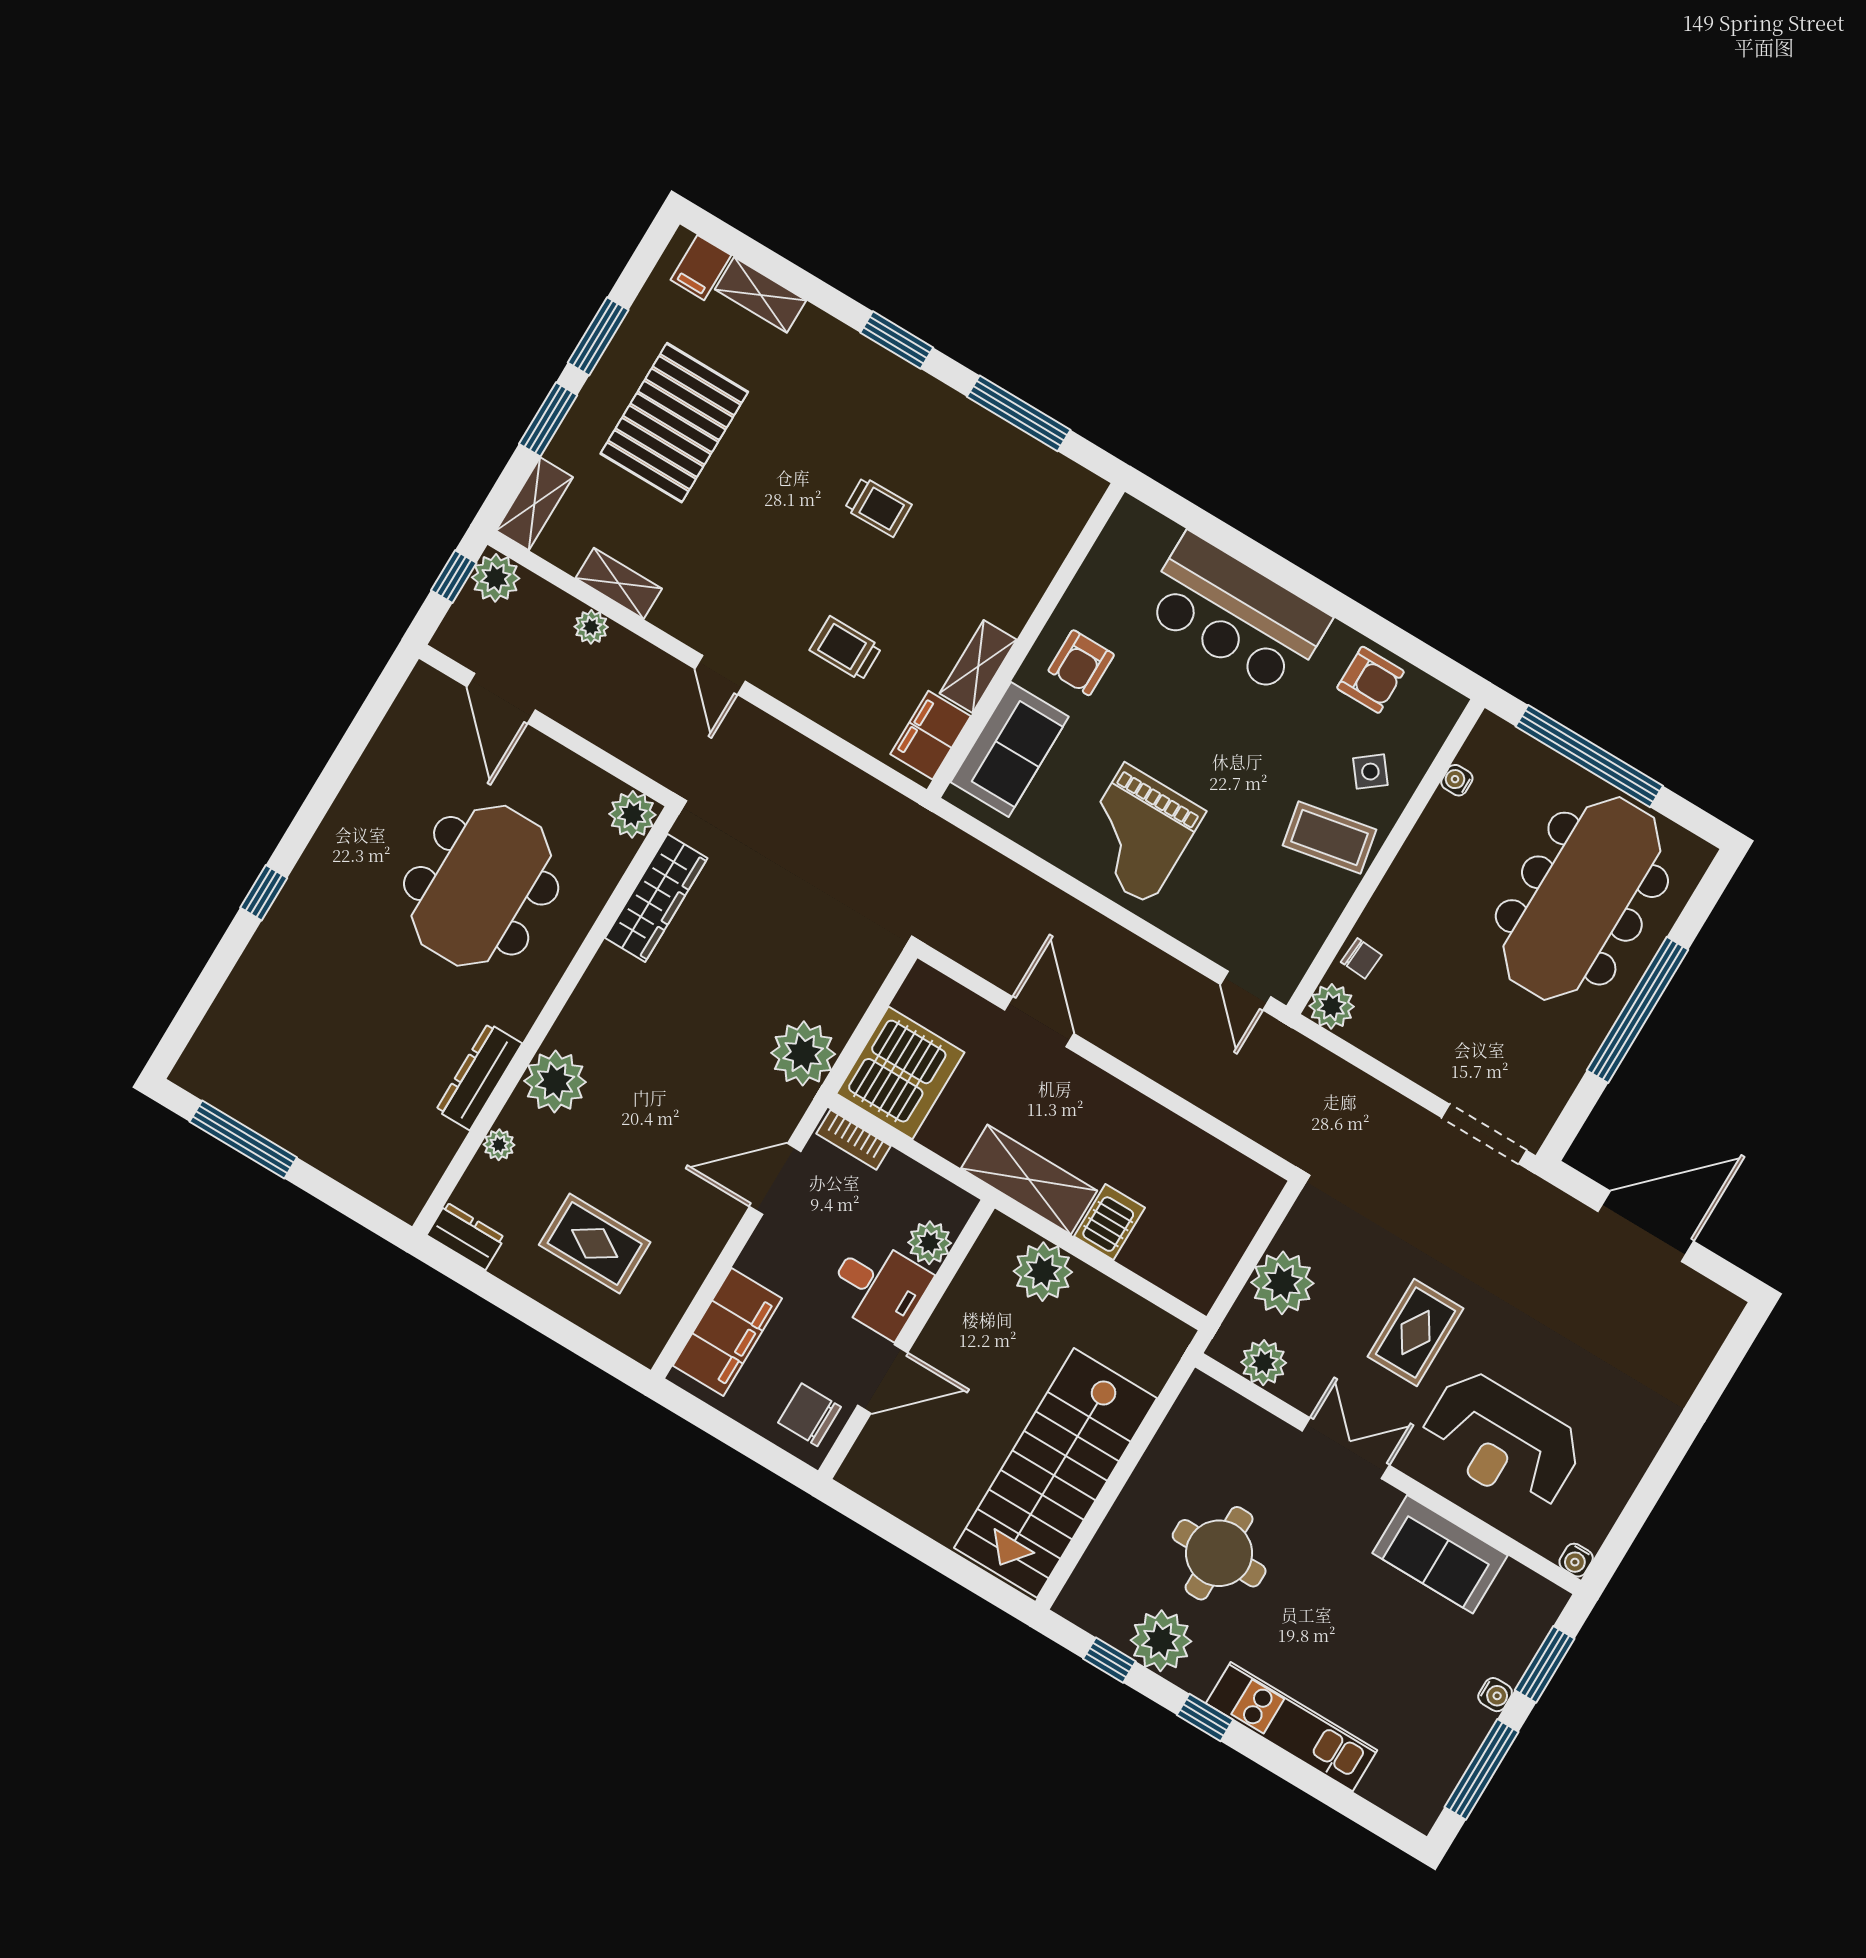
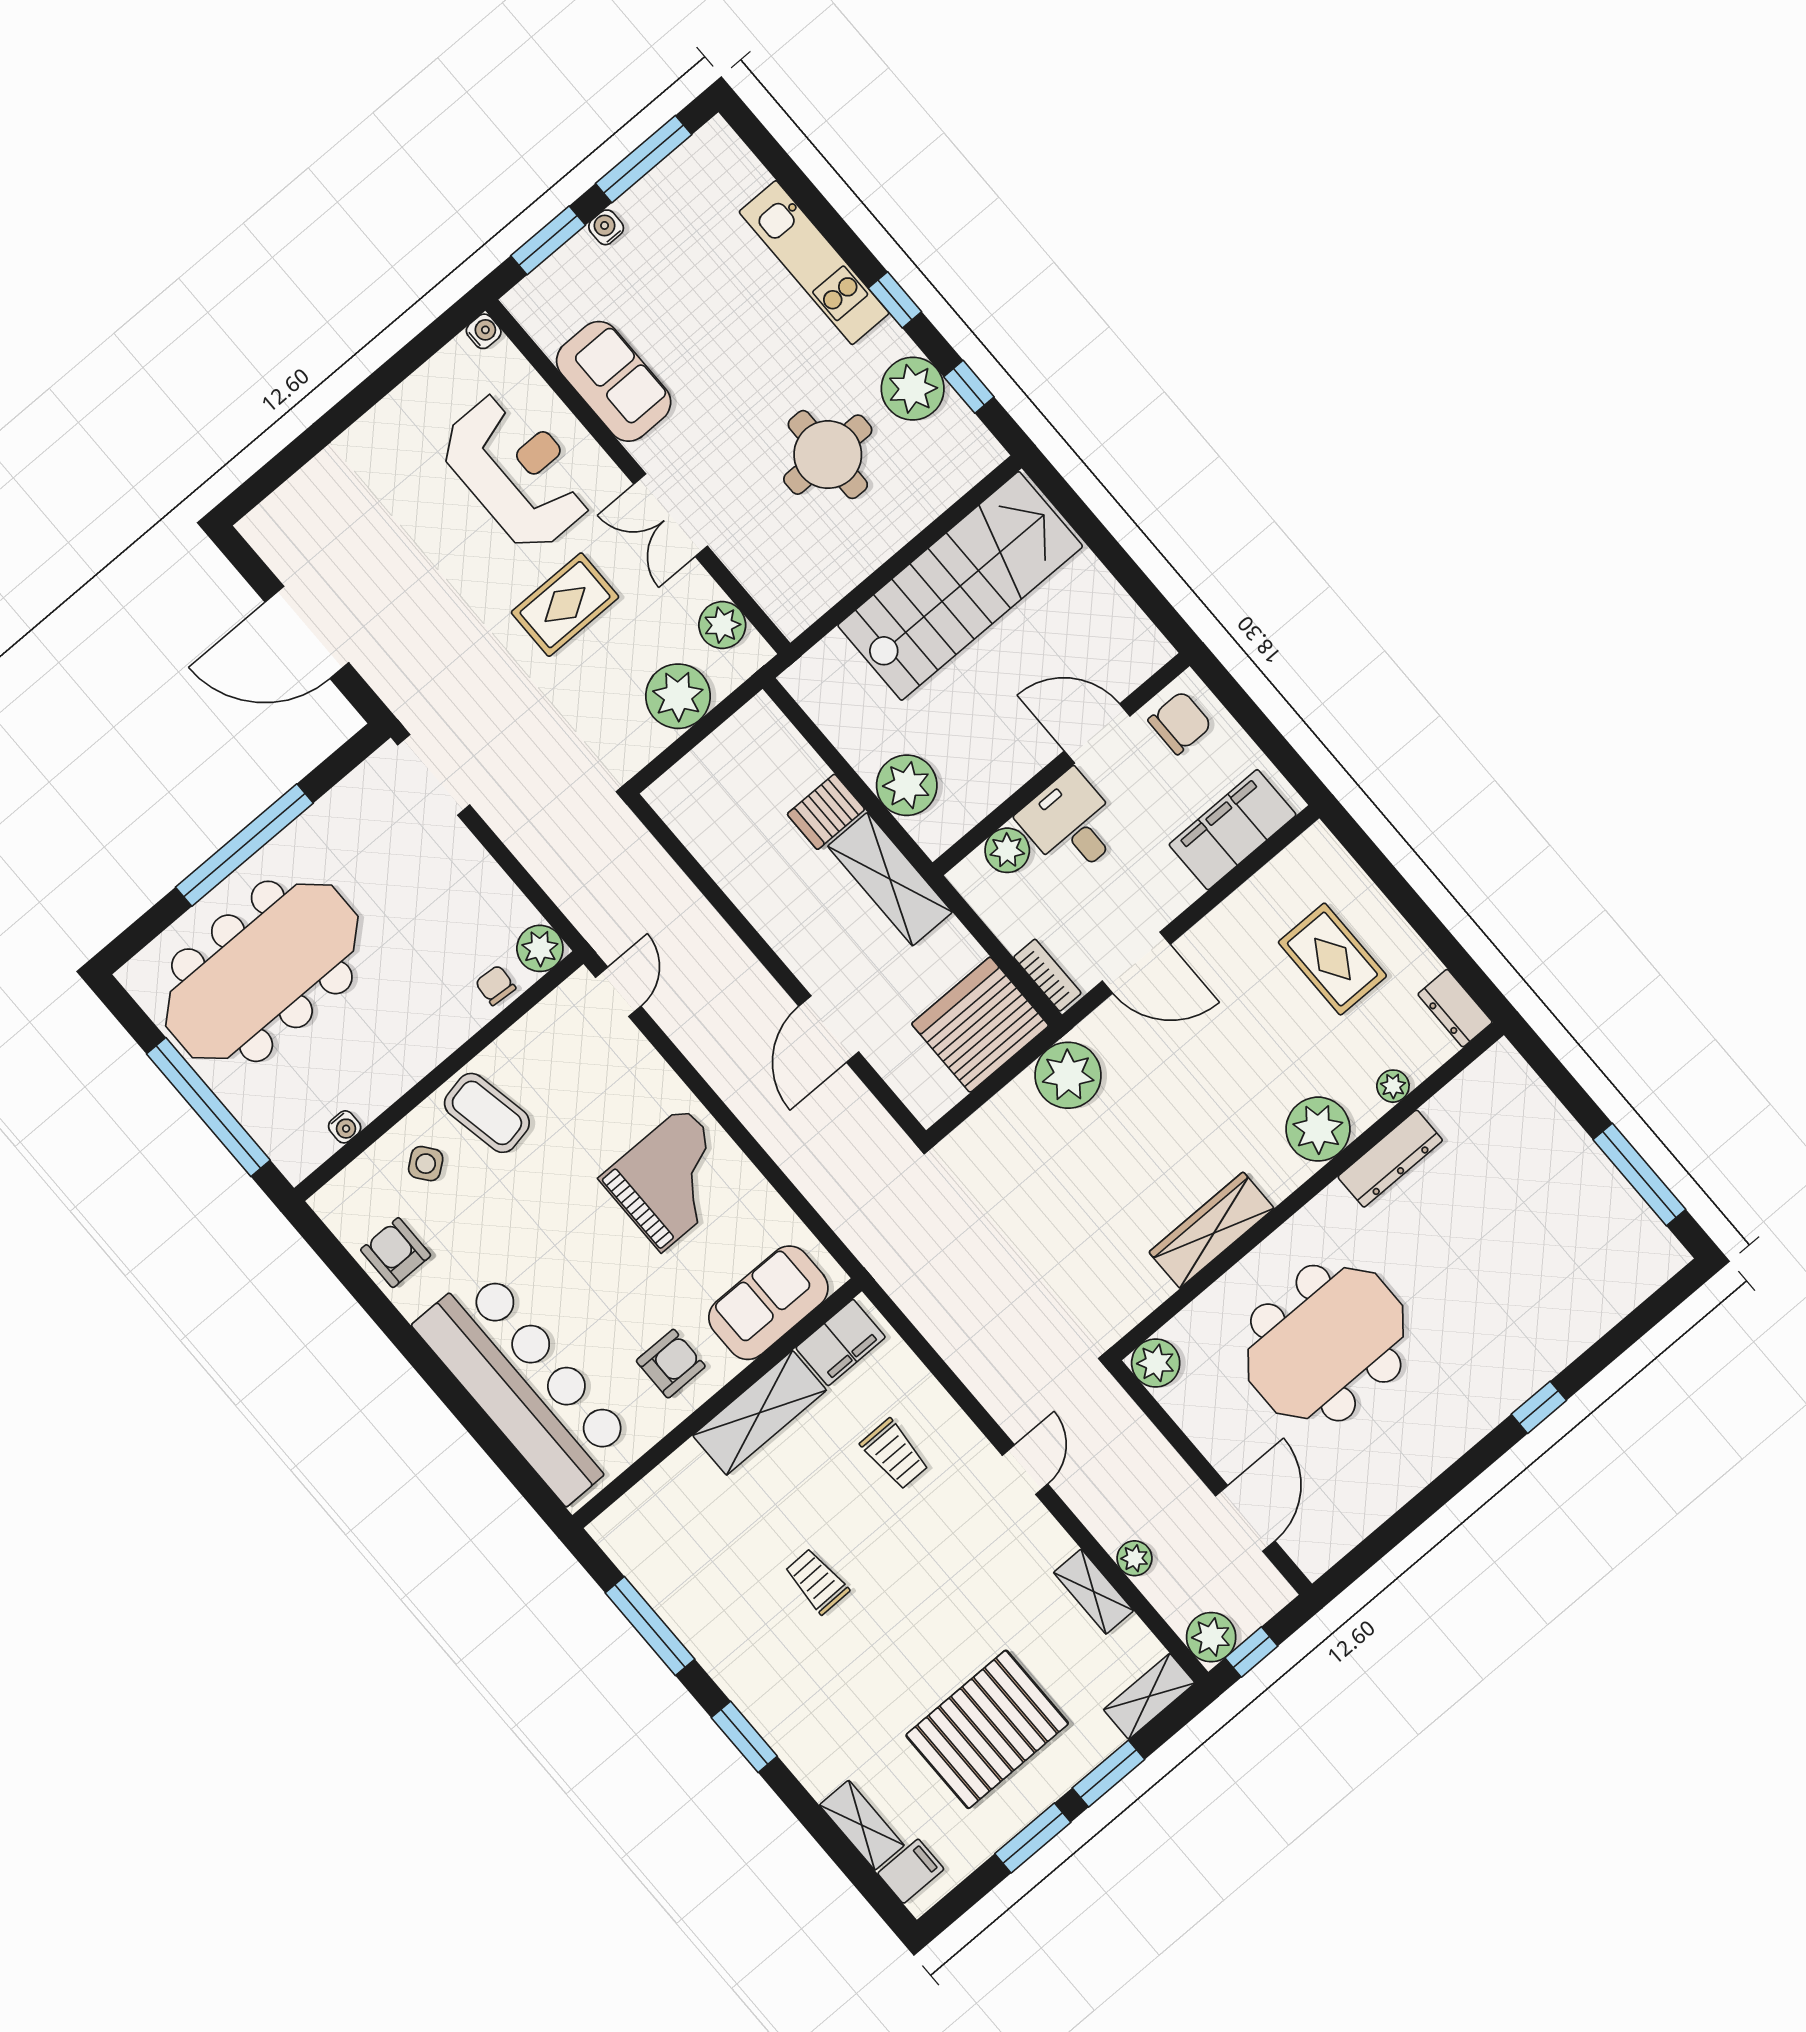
bar counter: (1236, 614) -> (526, 1385), width x1.36
shelving: (978, 667) -> (760, 1413), width x1.50, depth x1.33
wardrobe: (656, 898) -> (1211, 1230), moved
chair: (809, 1415) -> (1180, 723), turned -90

